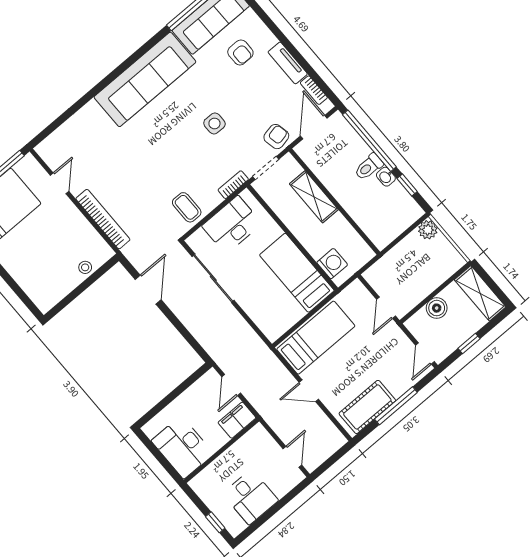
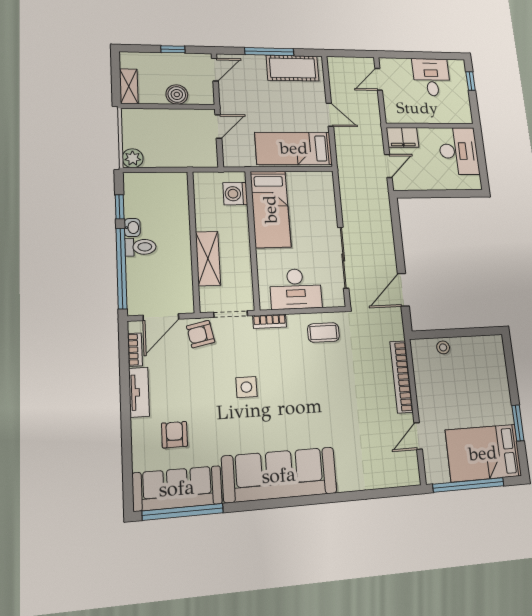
coffee table: (187, 207) -> (323, 333), turned 90
shelving: (480, 293) -> (129, 86), width x0.67, depth x0.75

